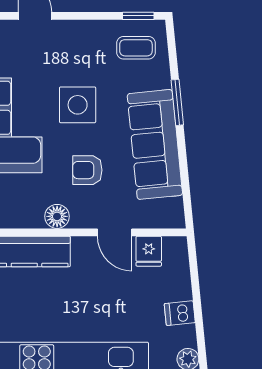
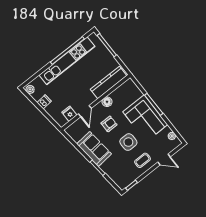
coffee table: (136, 48) -> (143, 160), moved
sofa: (155, 144) -> (94, 149), width x0.73
door: (115, 232) -> (85, 111), swing flipped

